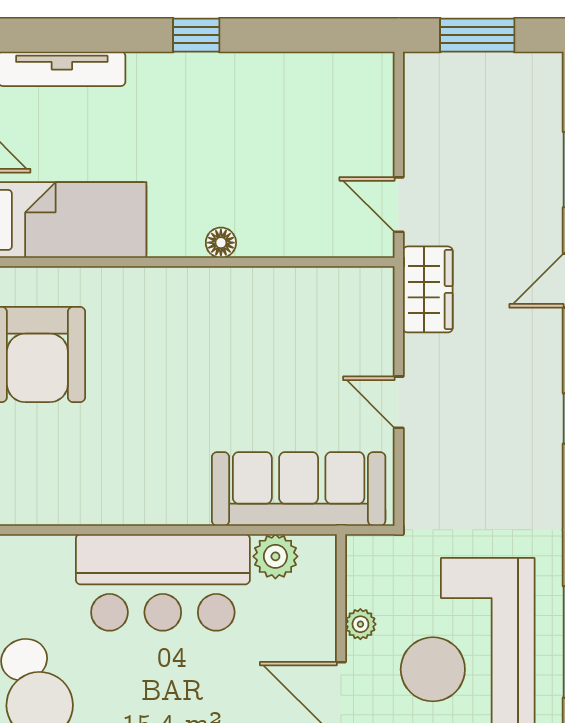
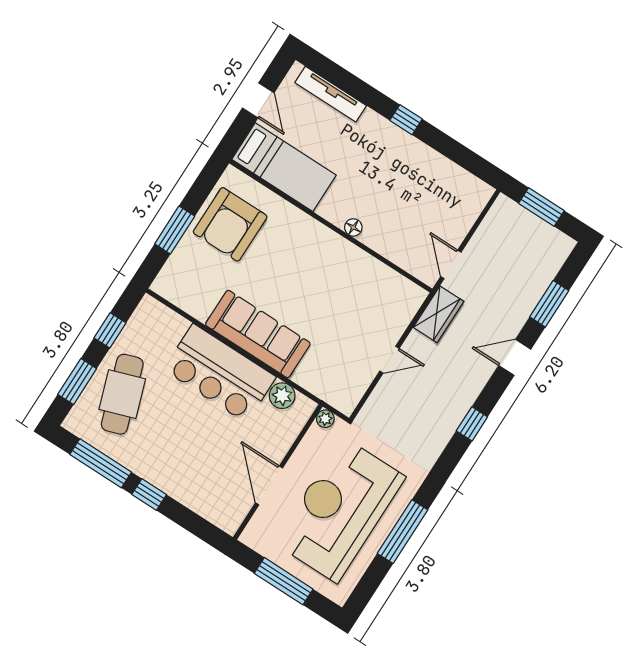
door: (399, 402) -> (389, 360), swing flipped
sofa: (299, 489) -> (258, 334), moved
plant: (360, 624) -> (325, 419), moved

